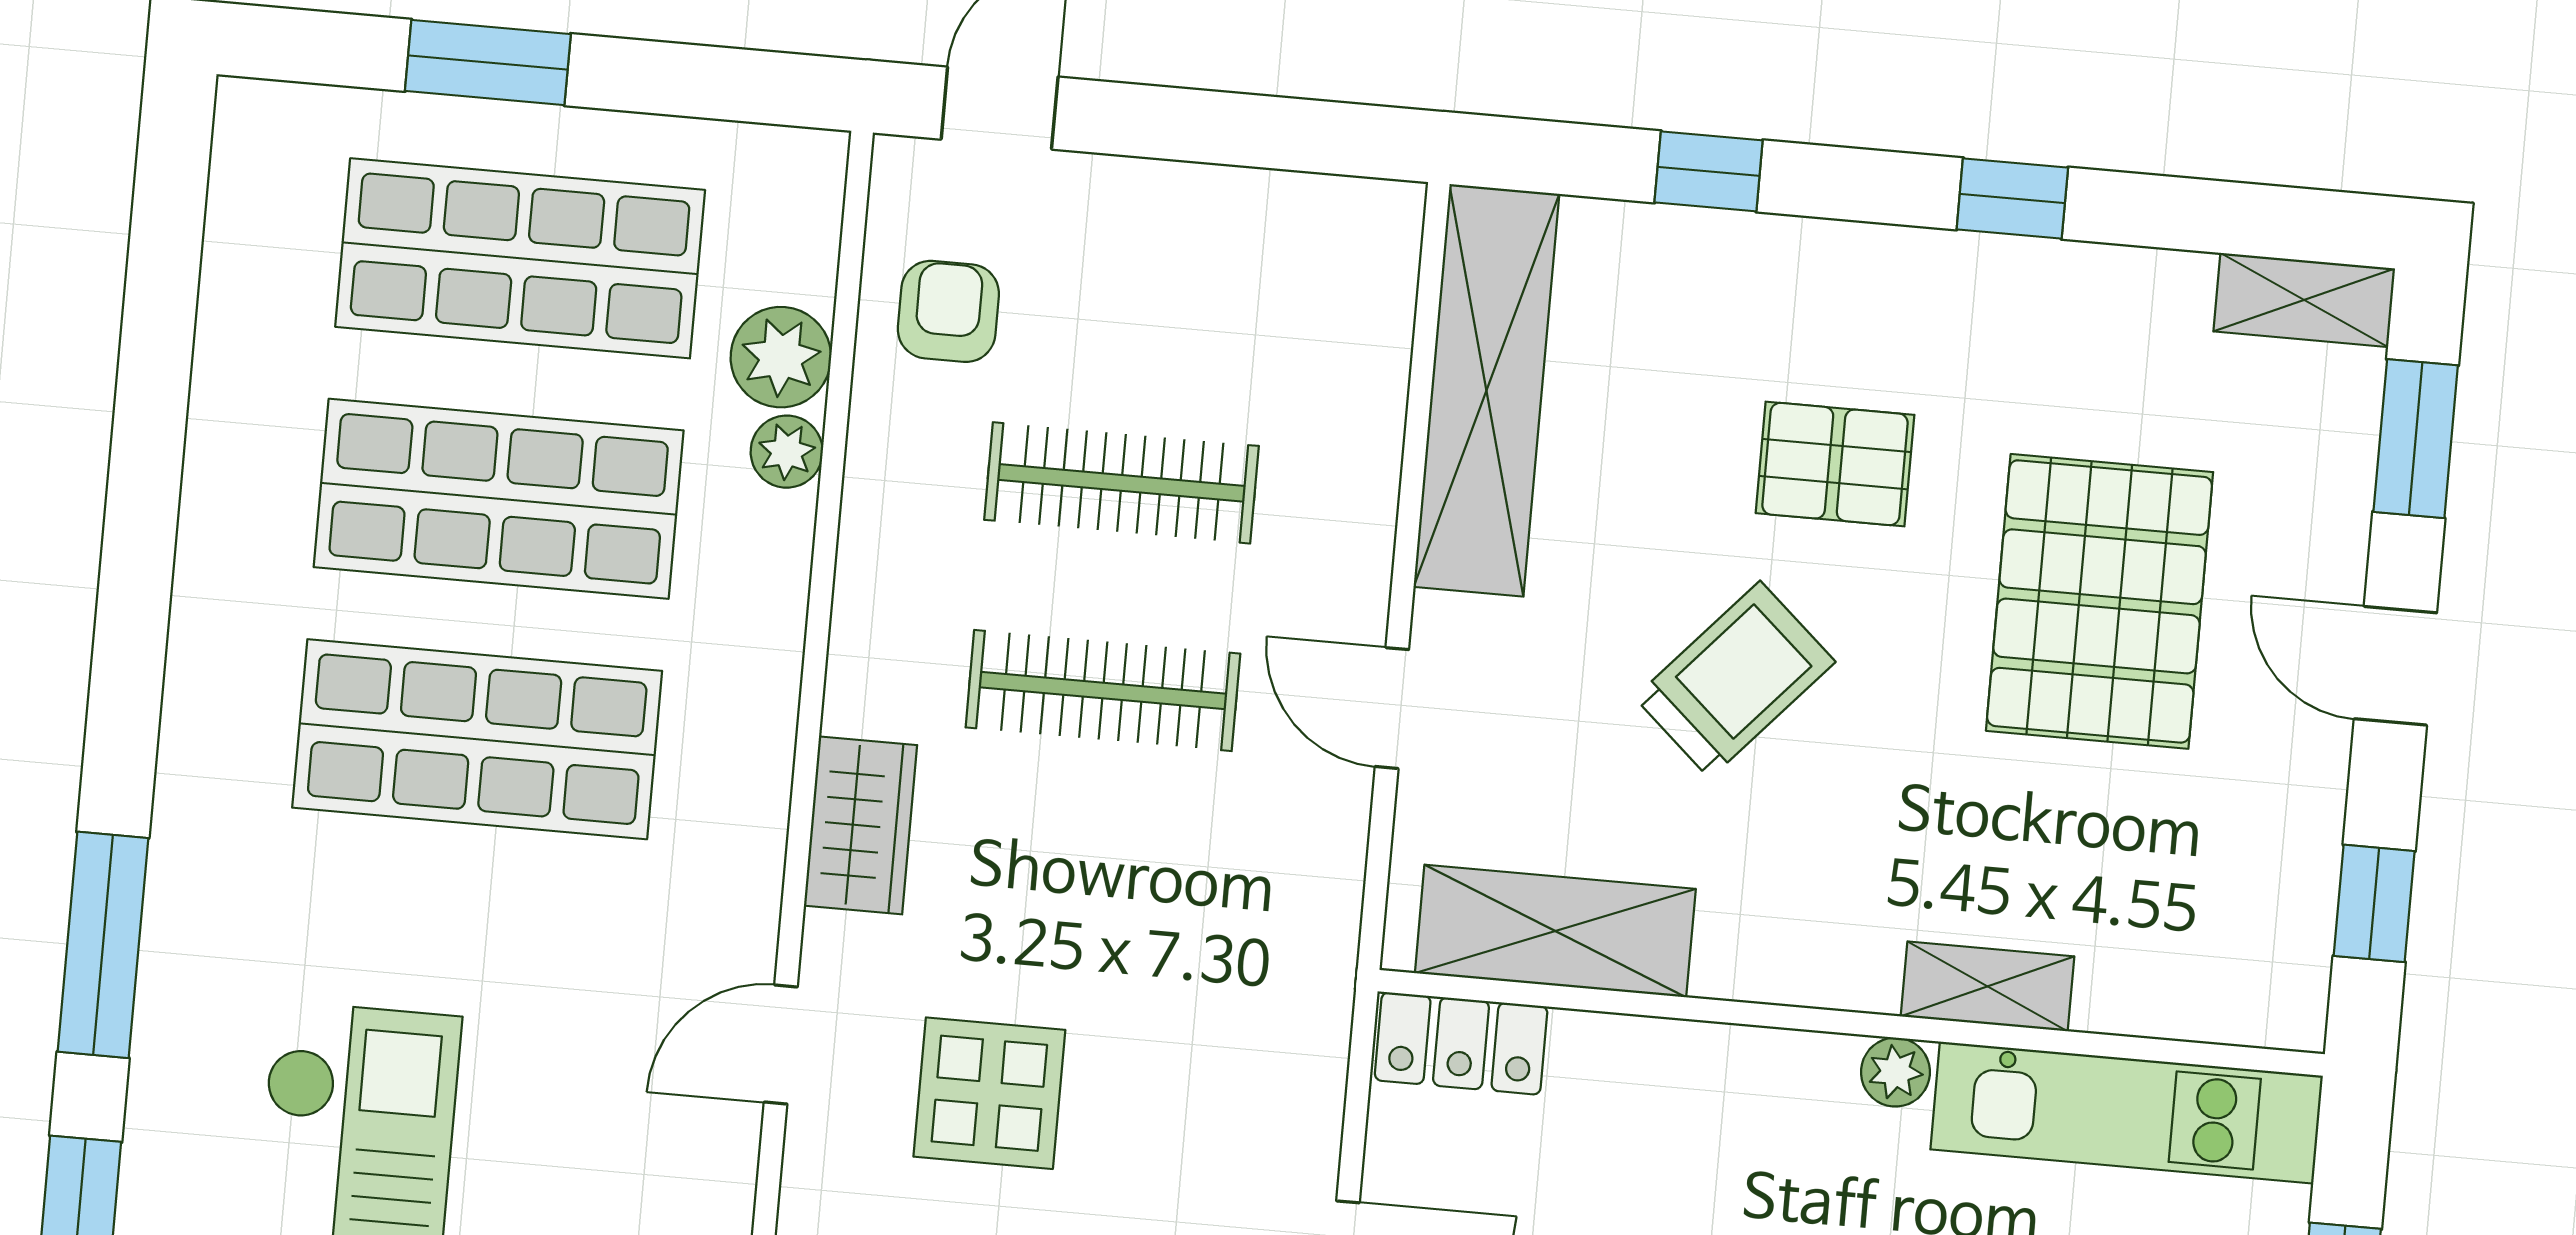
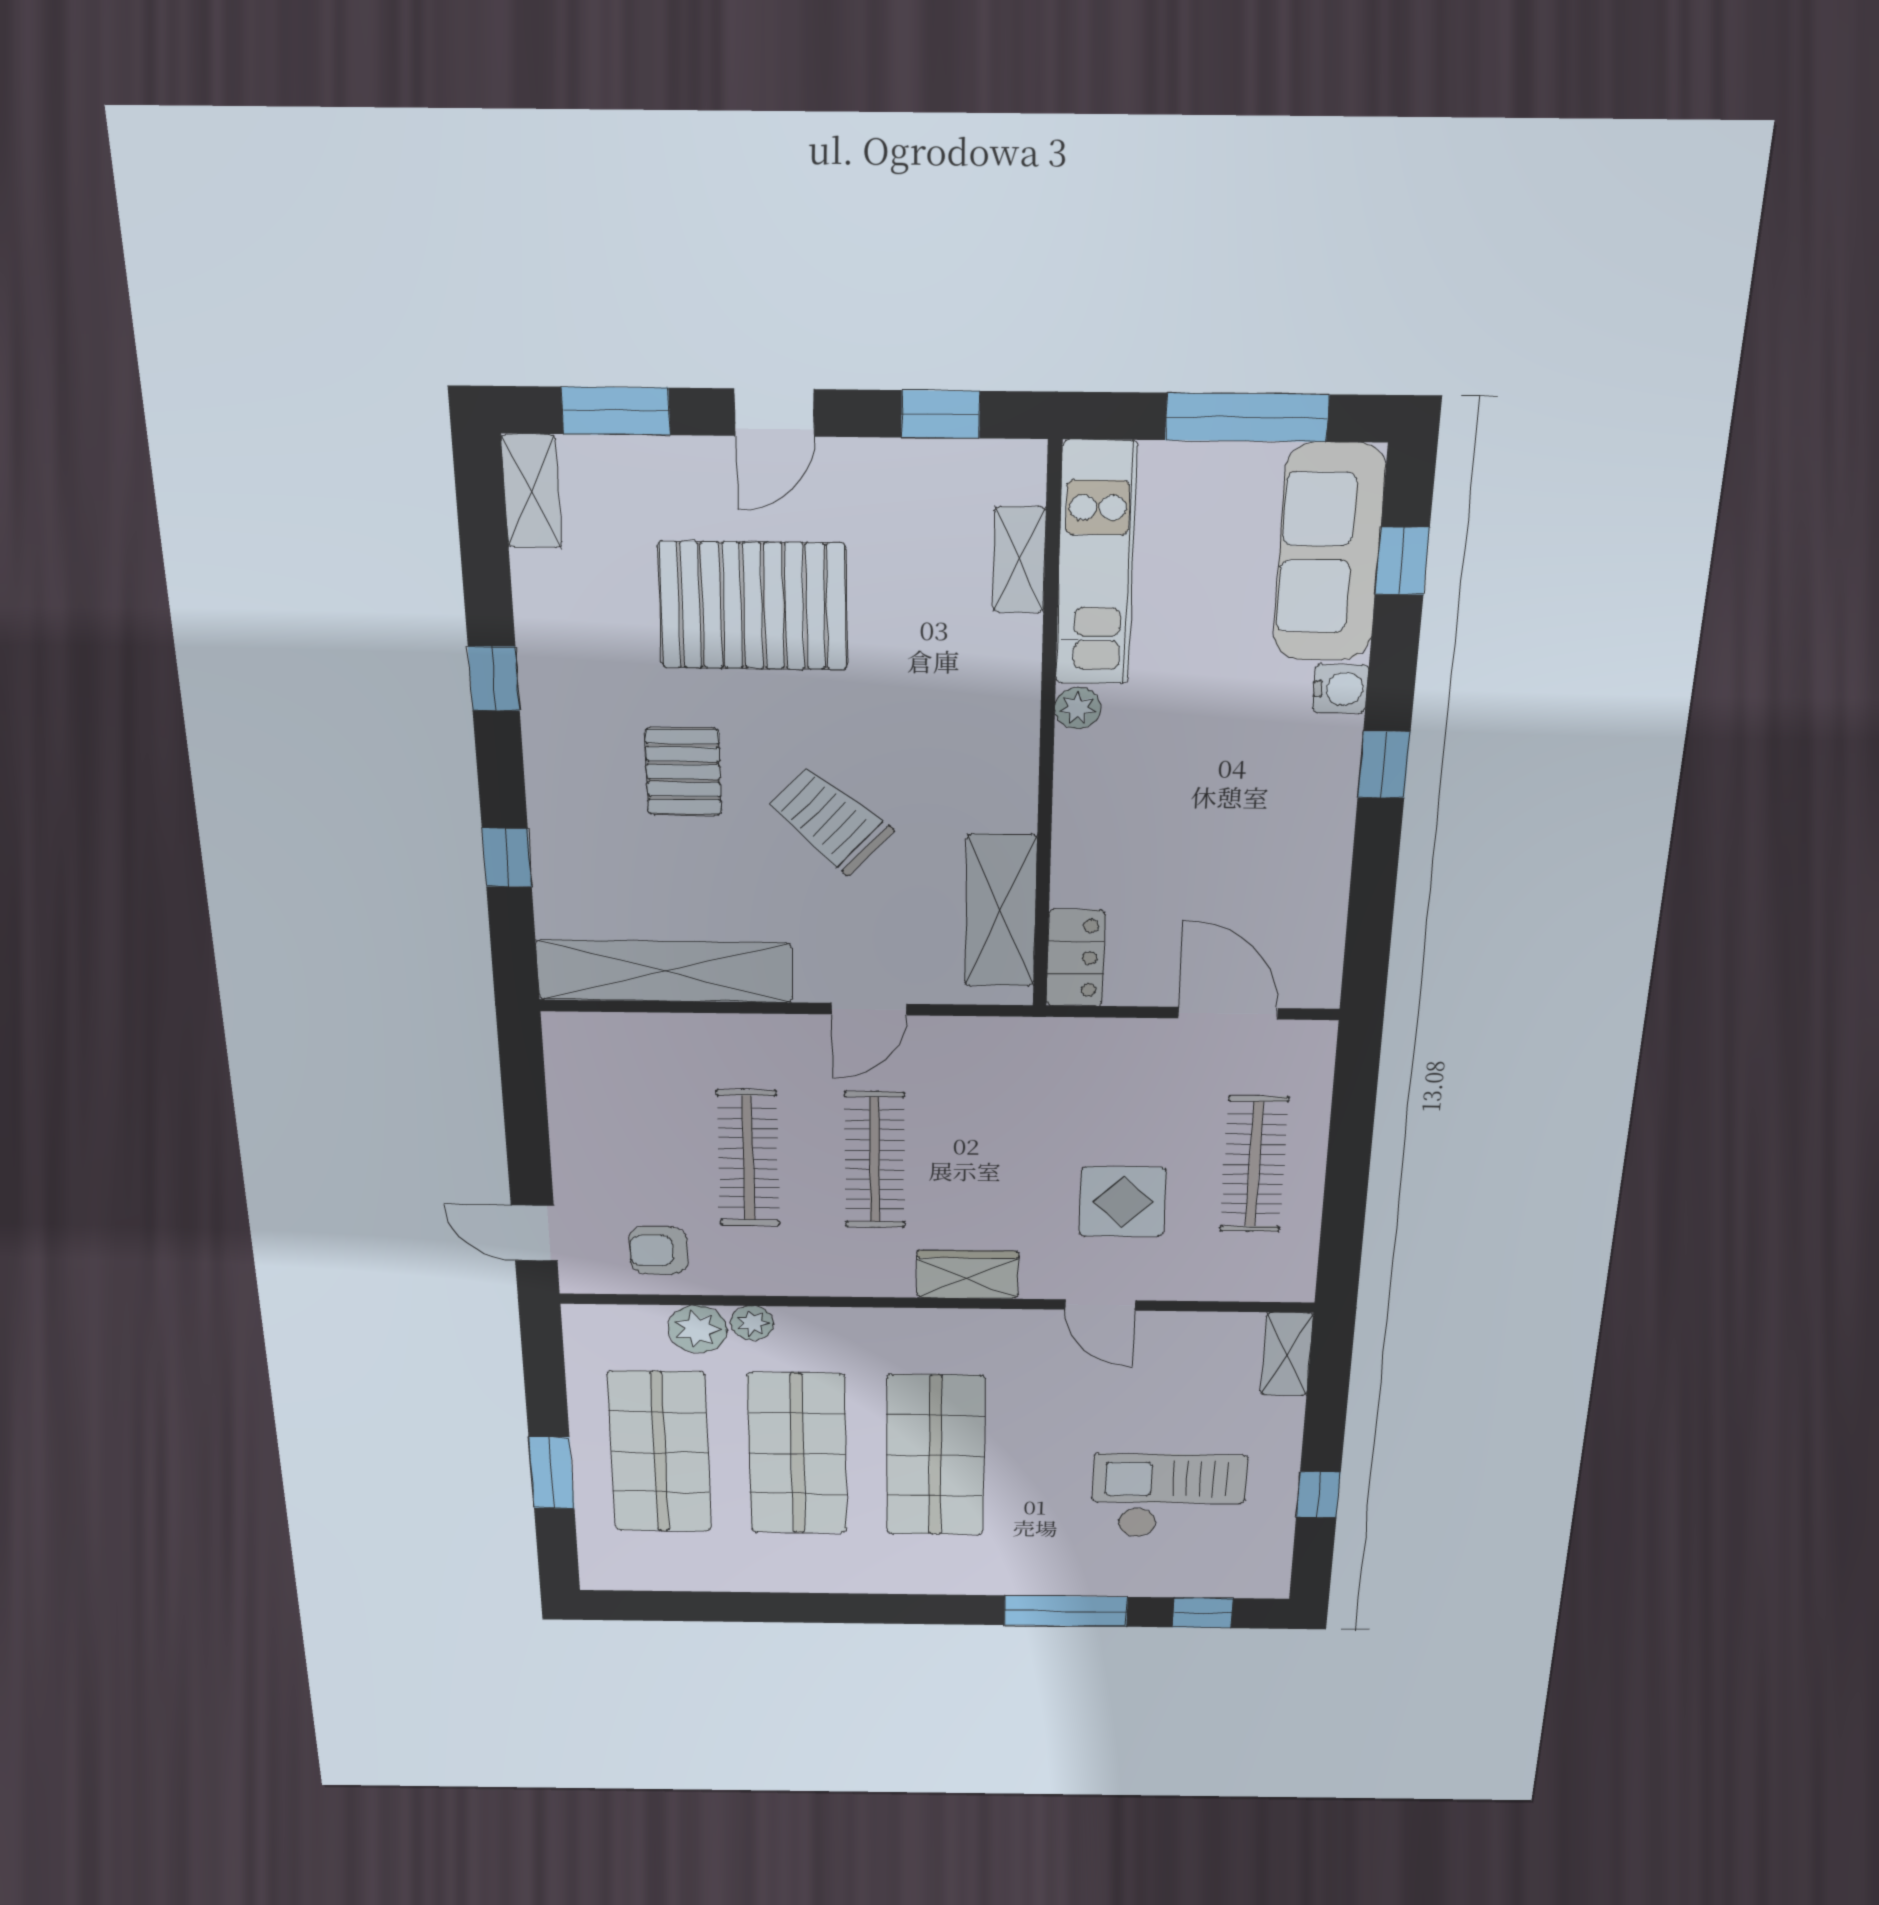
shelving: (1988, 986) -> (1019, 560), moved

